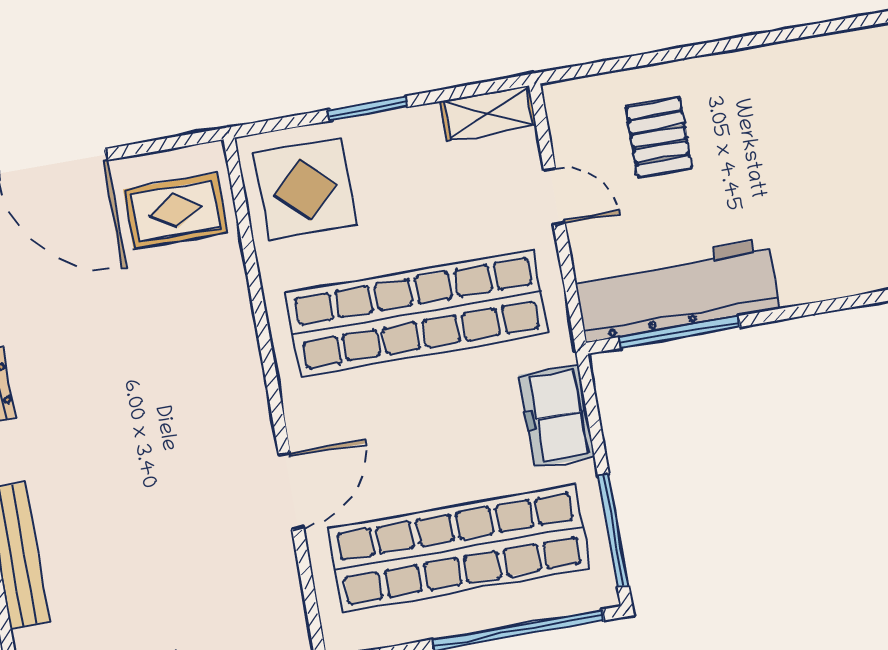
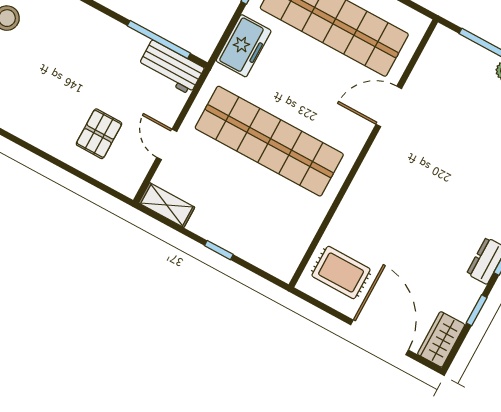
window: (368, 108) -> (219, 250), width x0.67
display table: (305, 189) -> (275, 236), removed
workbench: (676, 291) -> (171, 67), width x0.53, depth x0.76

